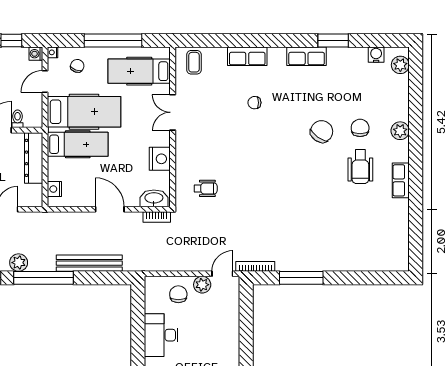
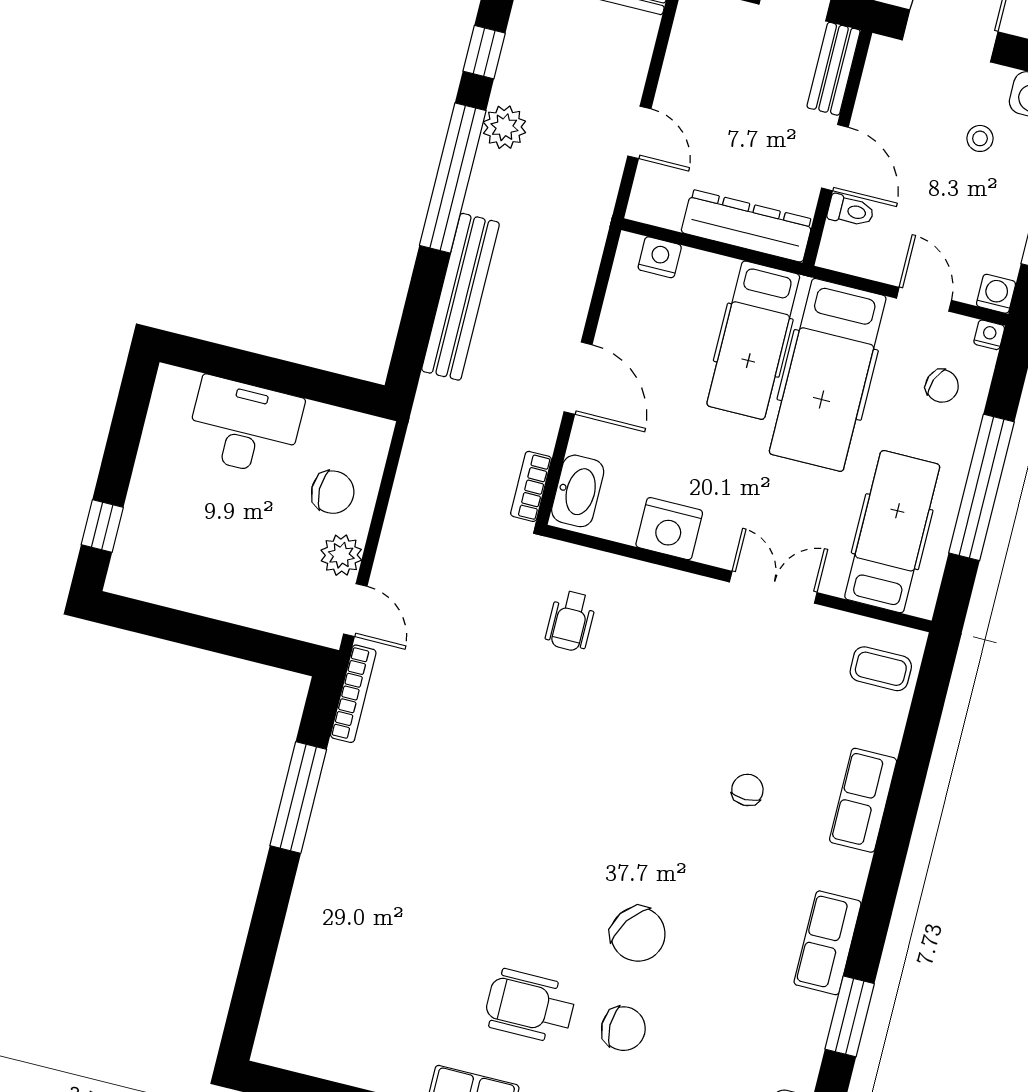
door: (110, 209) -> (578, 378), hinge flipped

